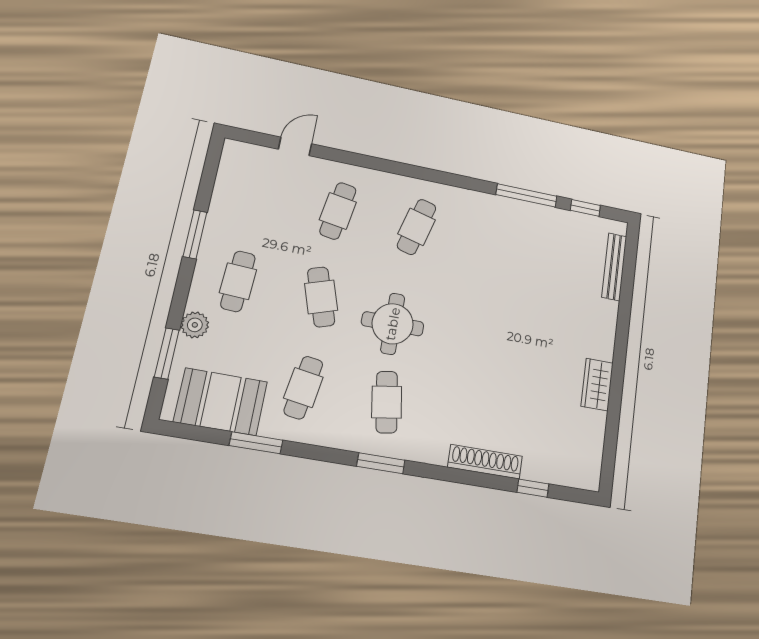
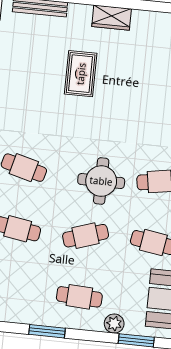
rug: (532, 309) -> (81, 74), added
wardrobe: (597, 385) -> (112, 18), moved

